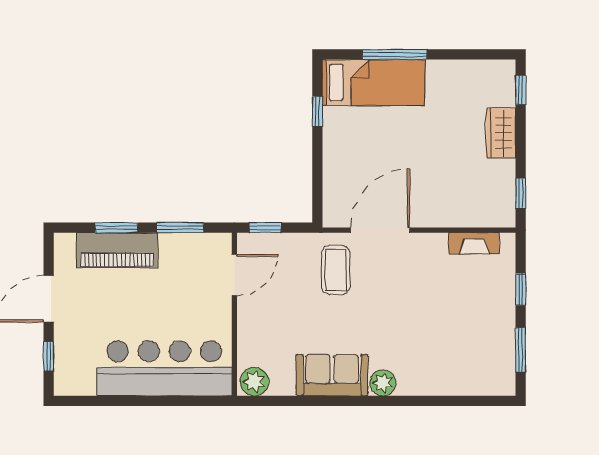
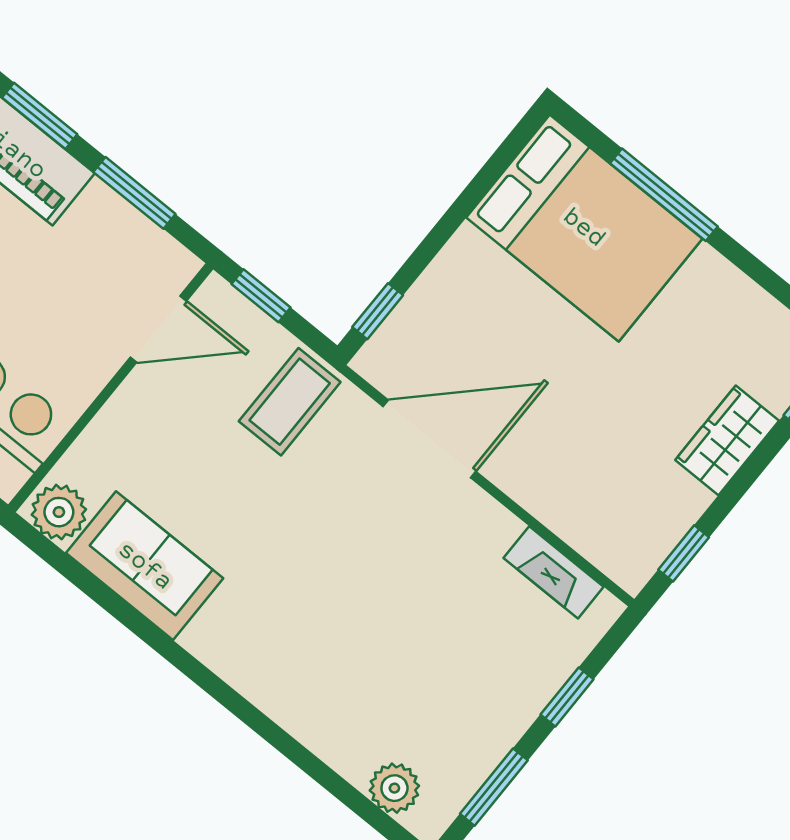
bed: (374, 83) -> (584, 228), width x1.50
window: (317, 111) -> (378, 311), moved
coffee table: (336, 270) -> (290, 402), moved
sofa: (332, 375) -> (145, 566), moved
plant: (383, 383) -> (394, 788), moved

